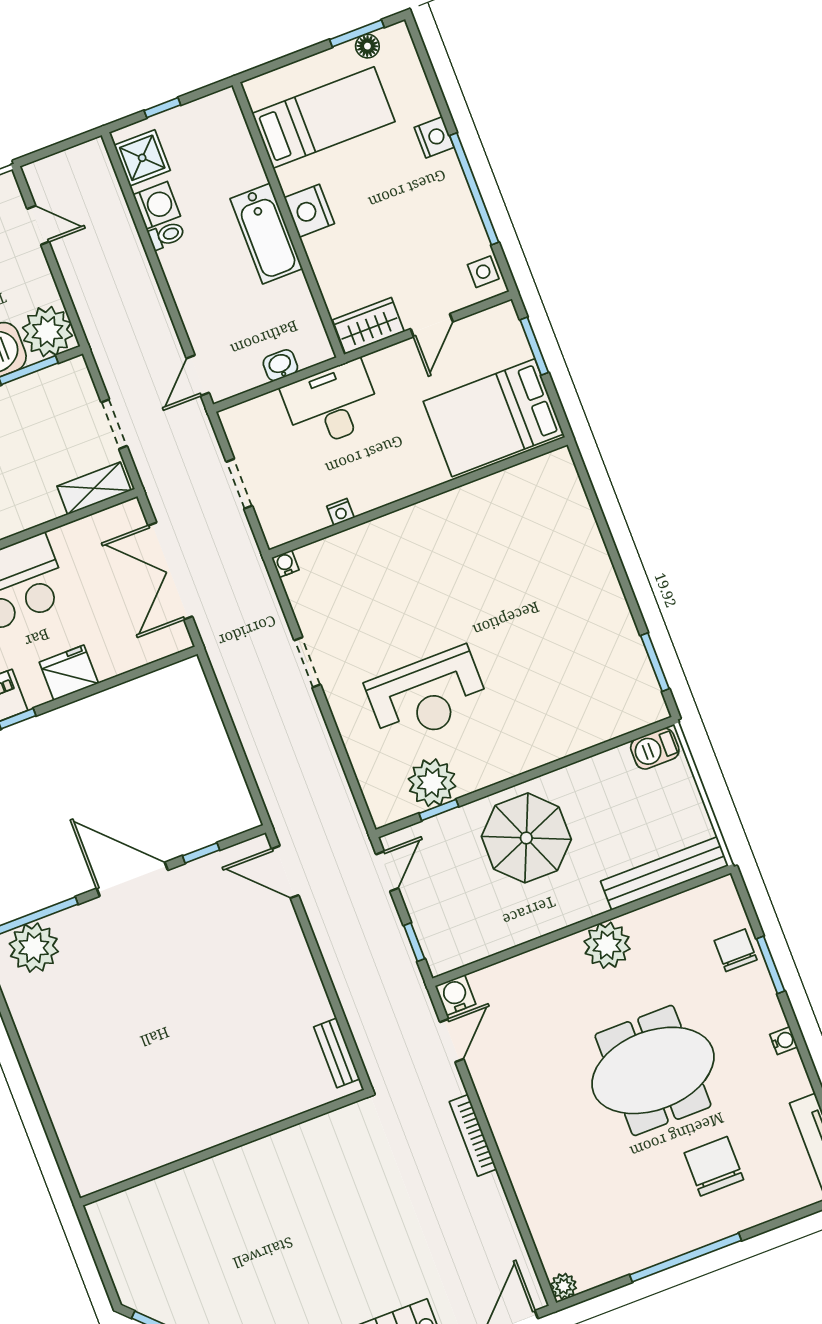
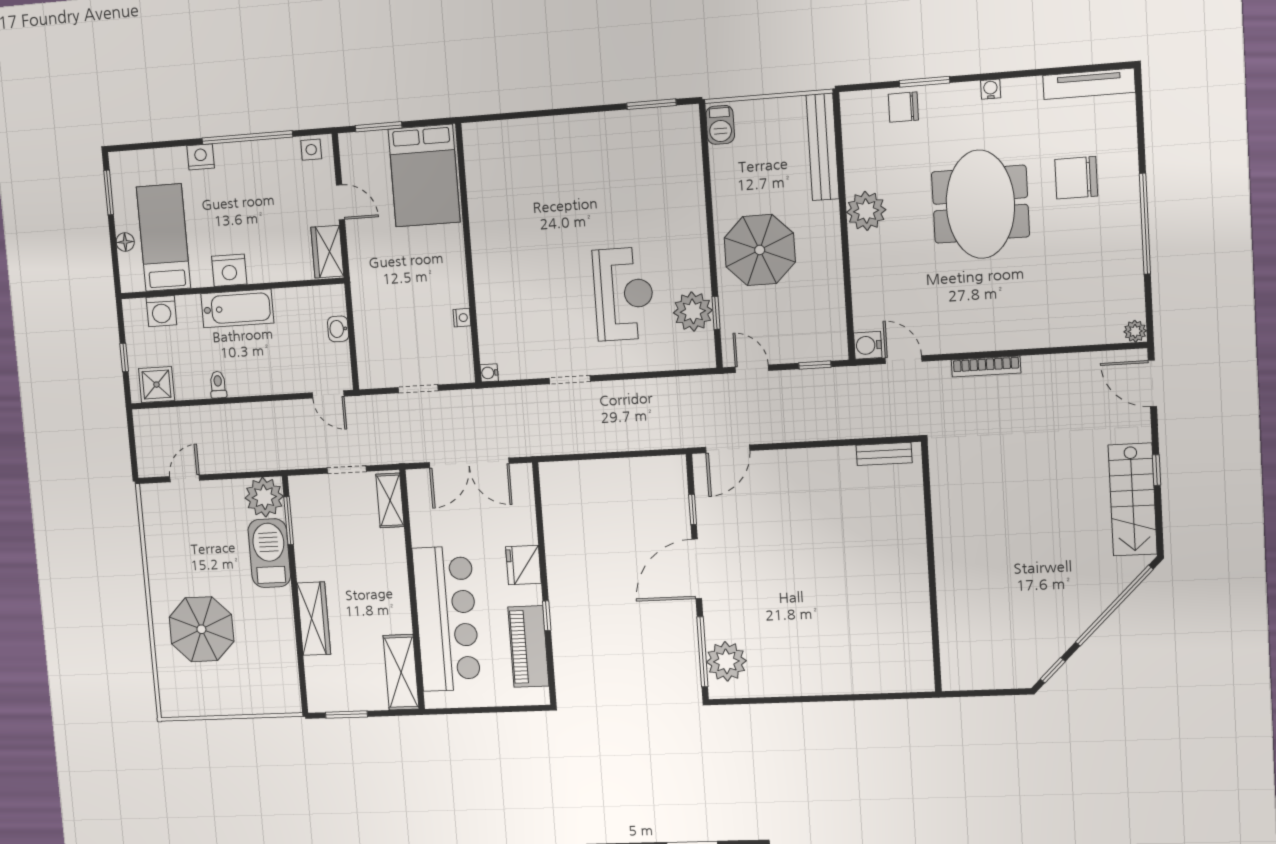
floor lamp: (367, 46) -> (125, 242), moved
washing machine: (157, 205) -> (161, 311), moved, turned 180
desk: (332, 404) -> (378, 299), removed

